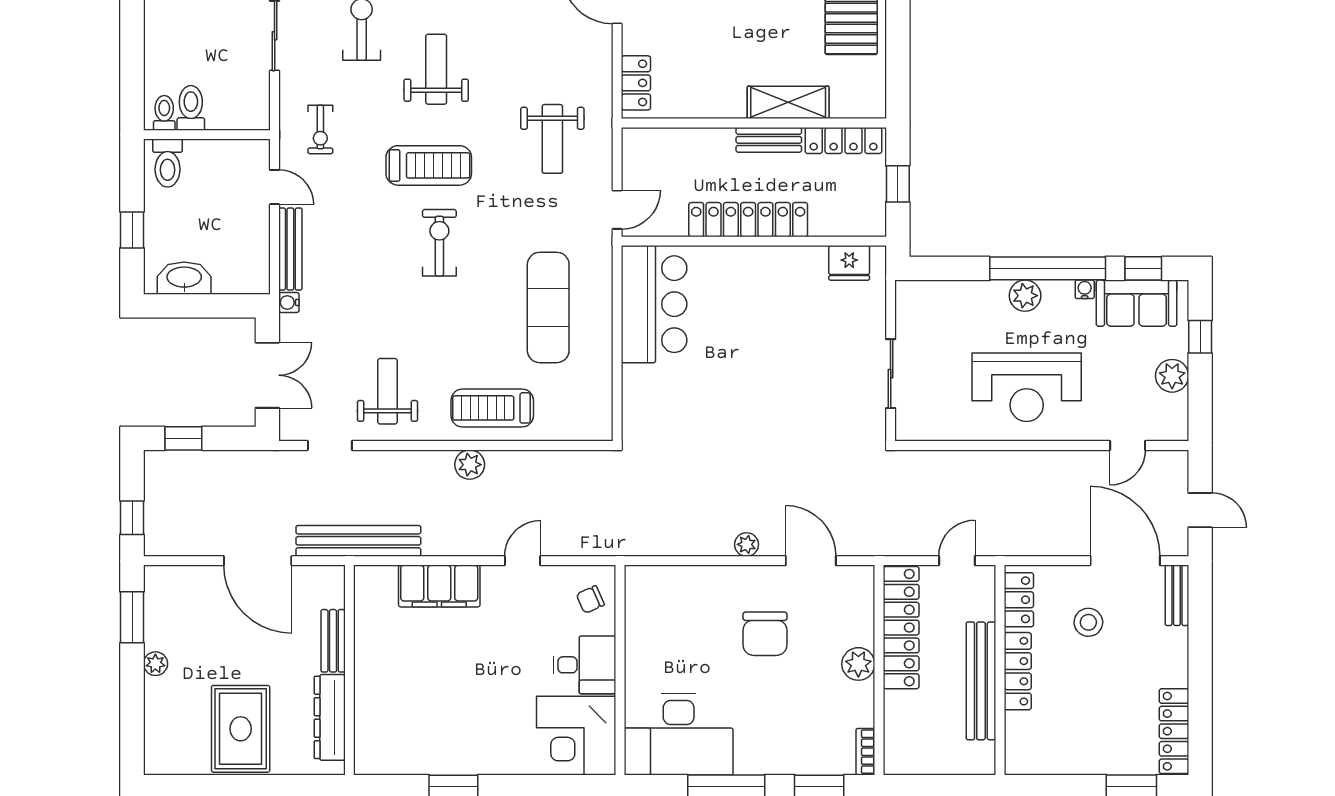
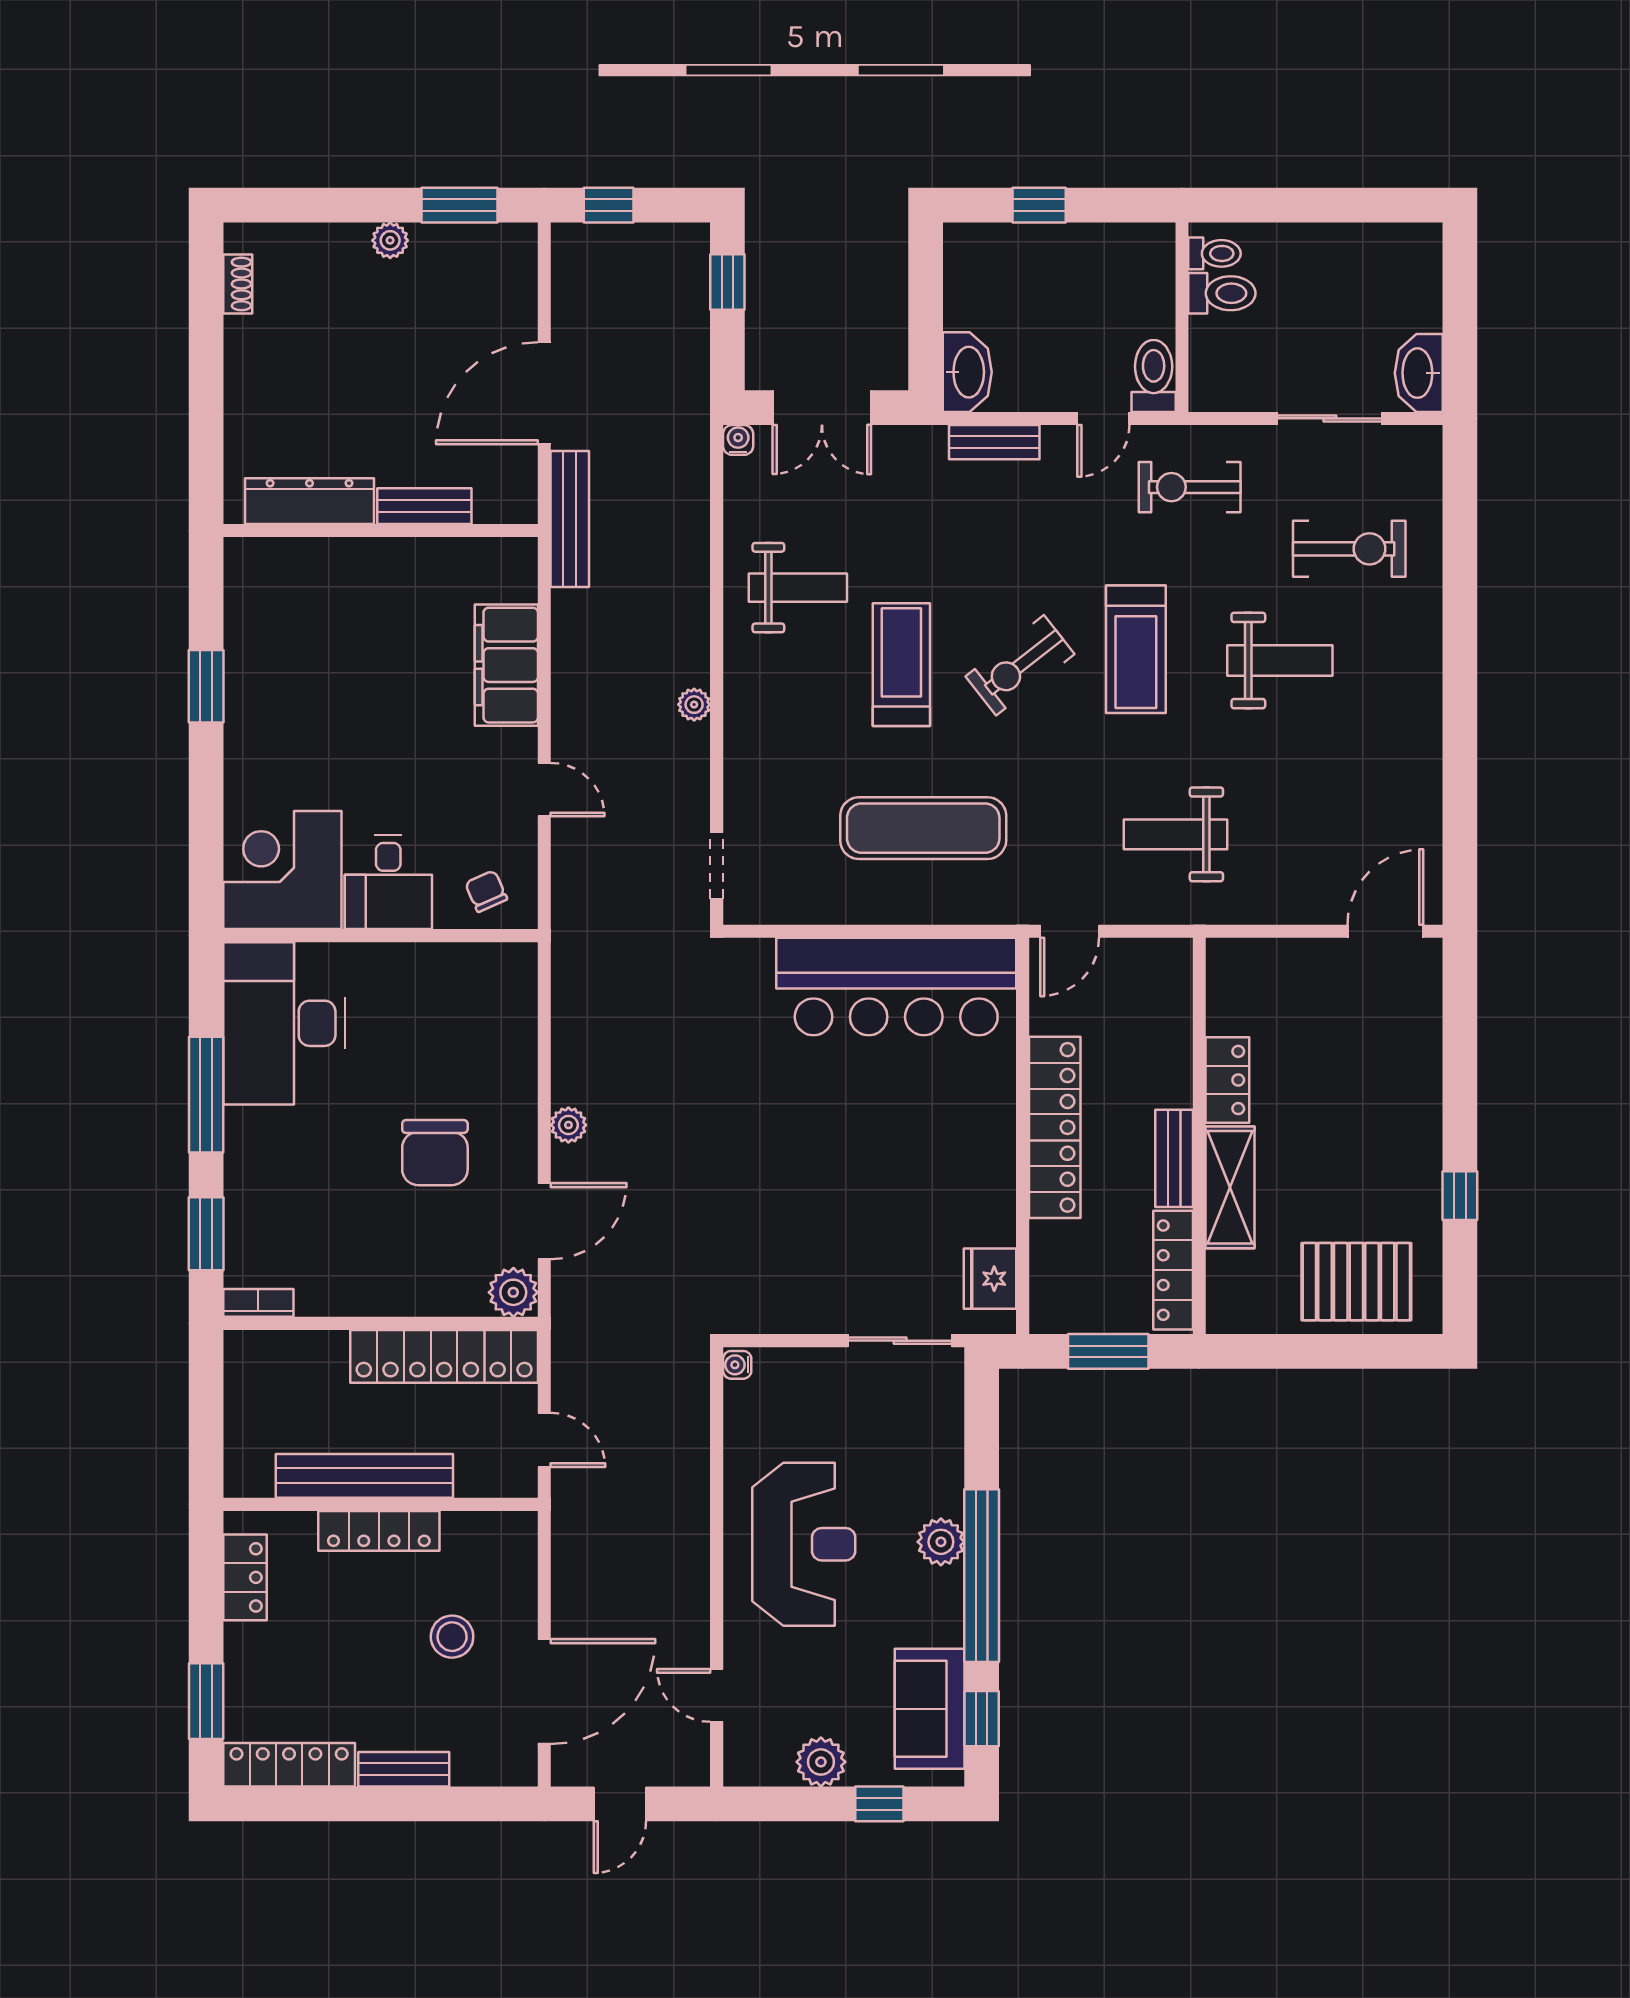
locker: (636, 83) -> (1227, 1080), moved, turned -90
exercise bike: (320, 129) -> (1190, 487), width x1.38, depth x1.39
toilet: (168, 163) -> (1154, 376), moved, turned 90
window: (898, 184) -> (1108, 1351), width x1.50
door: (617, 210) -> (1070, 931), hinge flipped
exercise bike: (439, 243) -> (1020, 665), turned 142
bench: (290, 249) -> (994, 442), width x0.73
washbasin: (184, 278) -> (967, 372), moved
water cooler: (1085, 289) -> (737, 1365), moved, turned 180
water cooler: (289, 302) -> (738, 440), moved
bar counter: (654, 304) -> (896, 987), width x1.36
sliding door: (891, 374) -> (900, 1341), moved
reception desk: (1027, 387) -> (804, 1544), turned 180
treadmill: (492, 408) -> (901, 665), moved
doorway: (330, 445) -> (717, 866), moved
plant: (470, 465) -> (694, 705), width x0.73, depth x0.73
bench: (358, 541) -> (570, 519), width x0.73, depth x0.82
bench: (1177, 595) -> (404, 1769), moved
locker: (1019, 600) -> (245, 1577), moved, turned -90
chair: (765, 634) -> (435, 1153), turned -90
plant: (858, 664) -> (513, 1292), moved
rug: (241, 729) -> (293, 368), removed
shoe rack: (185, 766) -> (238, 284), added

